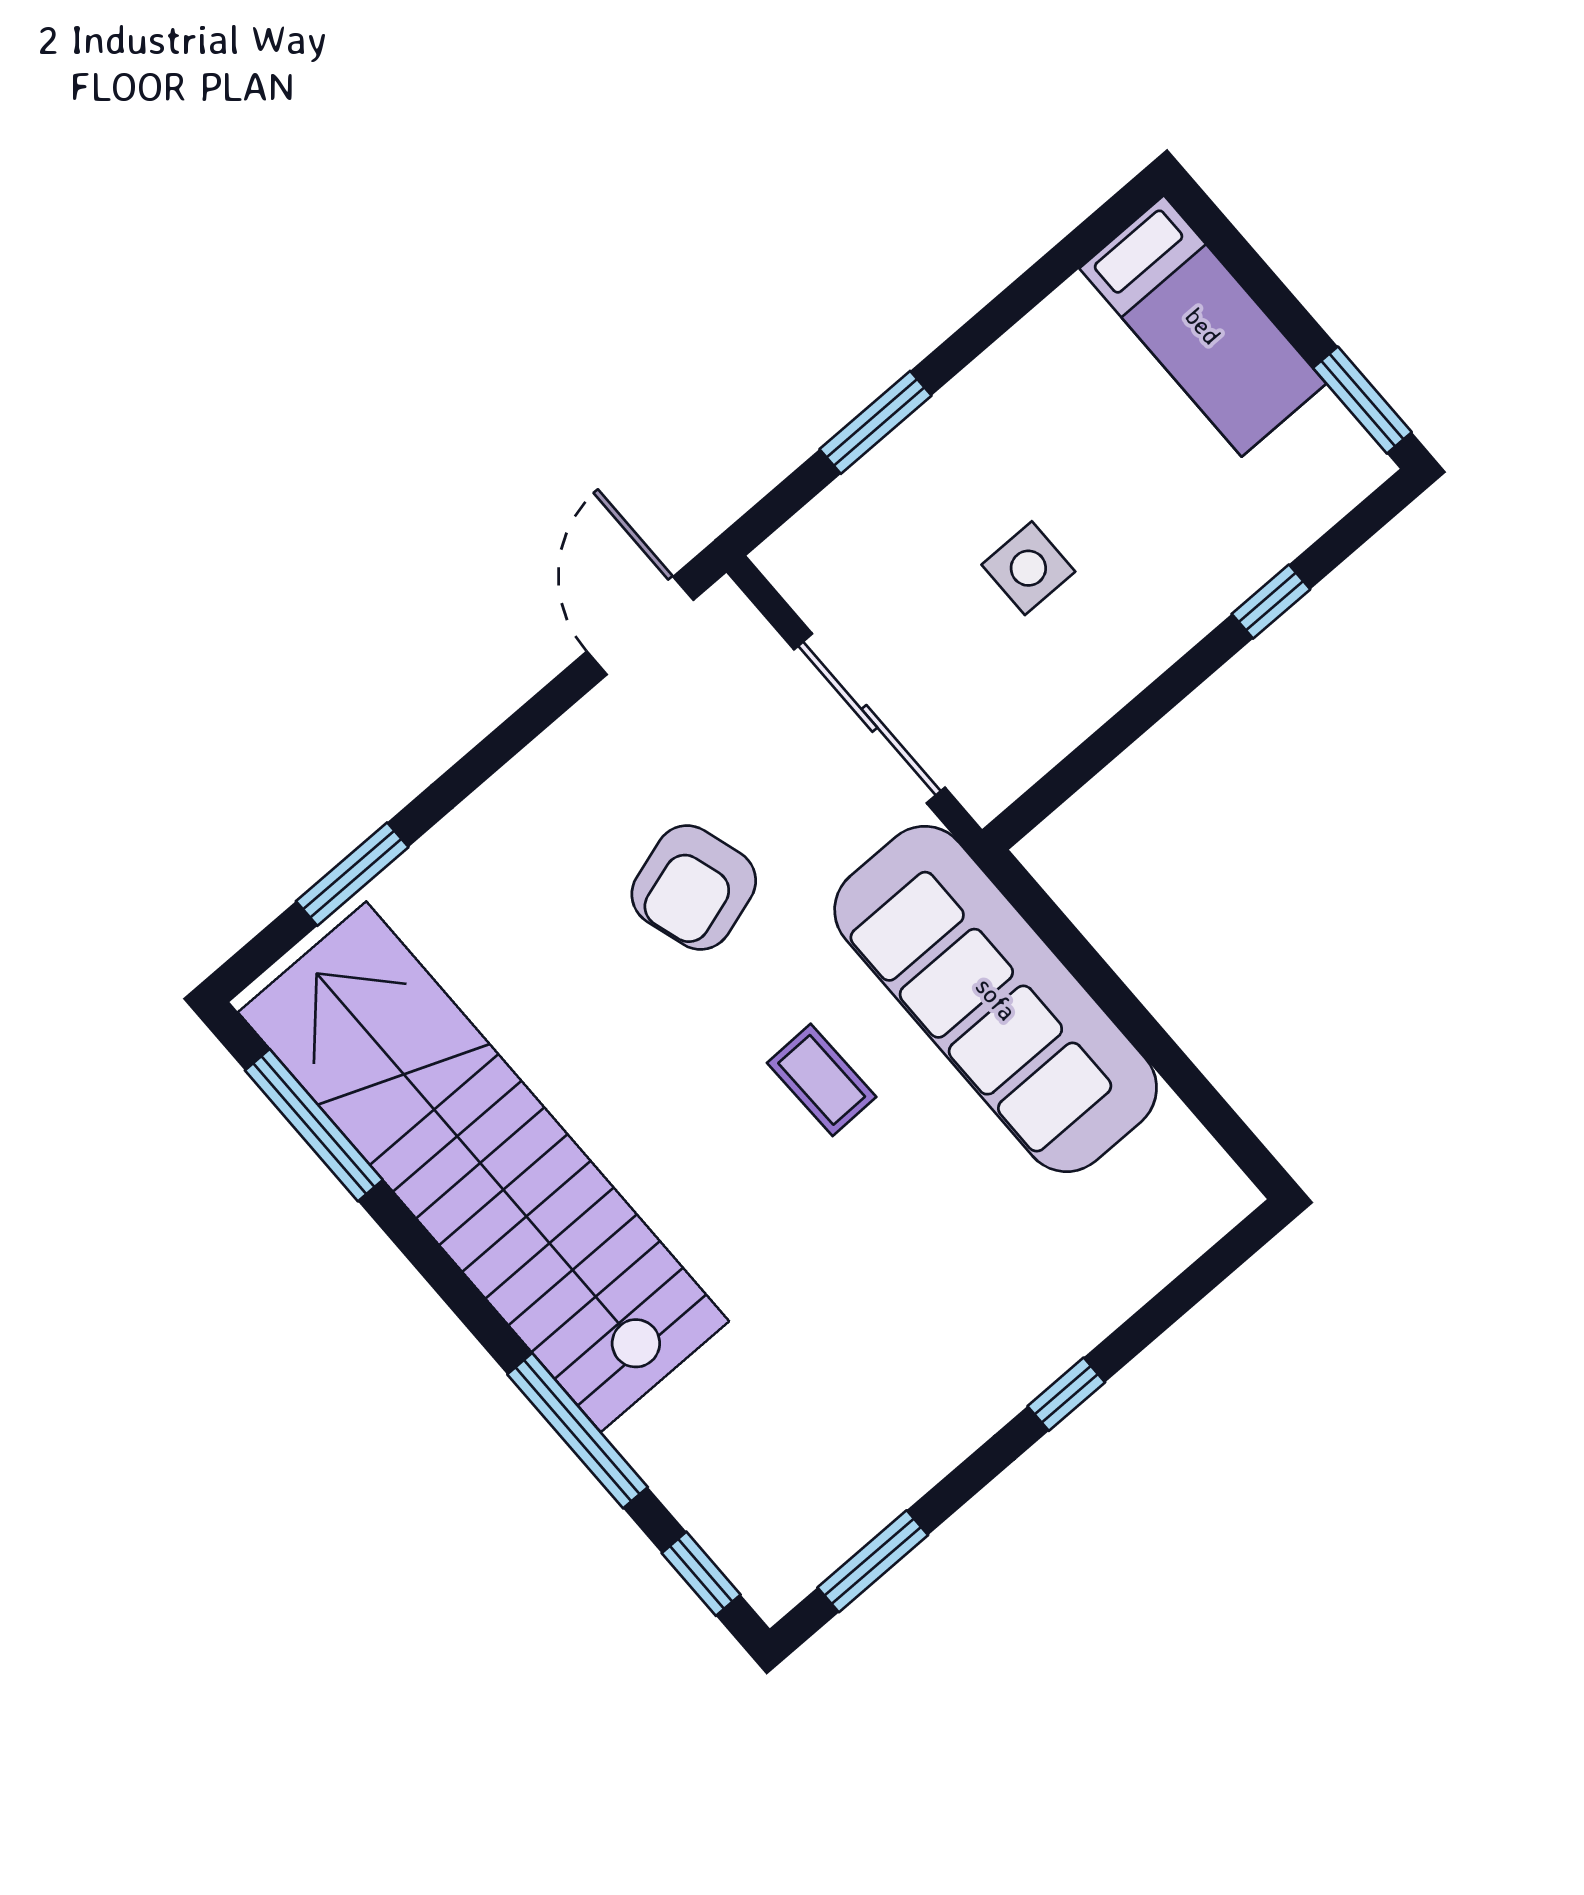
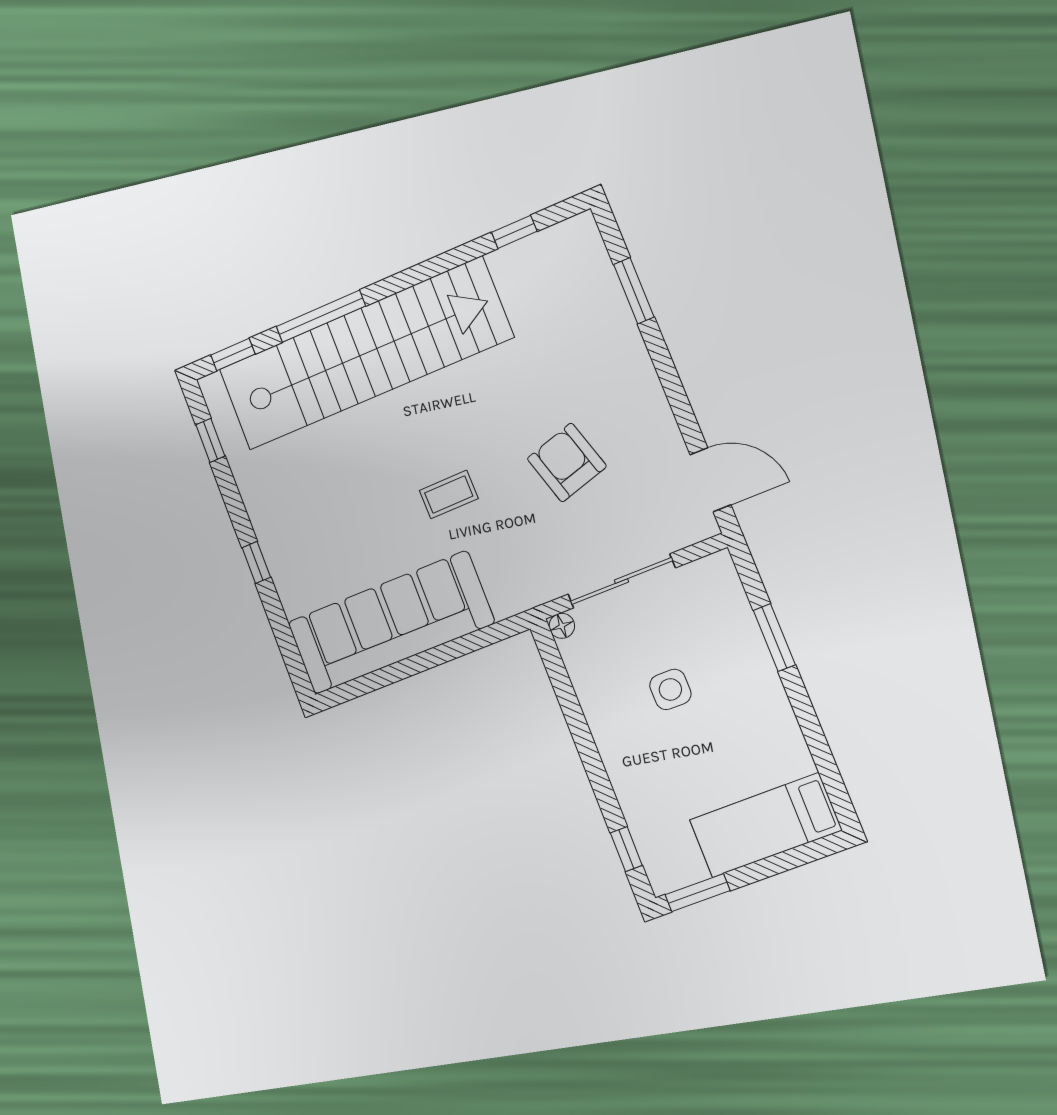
window: (1271, 602) -> (626, 849), moved
floor lamp: (985, 796) -> (562, 626), added
sofa: (996, 999) -> (391, 623), moved
window: (314, 1125) -> (514, 232), width x0.46
stairs: (484, 1167) -> (365, 354), moved
window: (873, 1561) -> (210, 440), width x0.67

